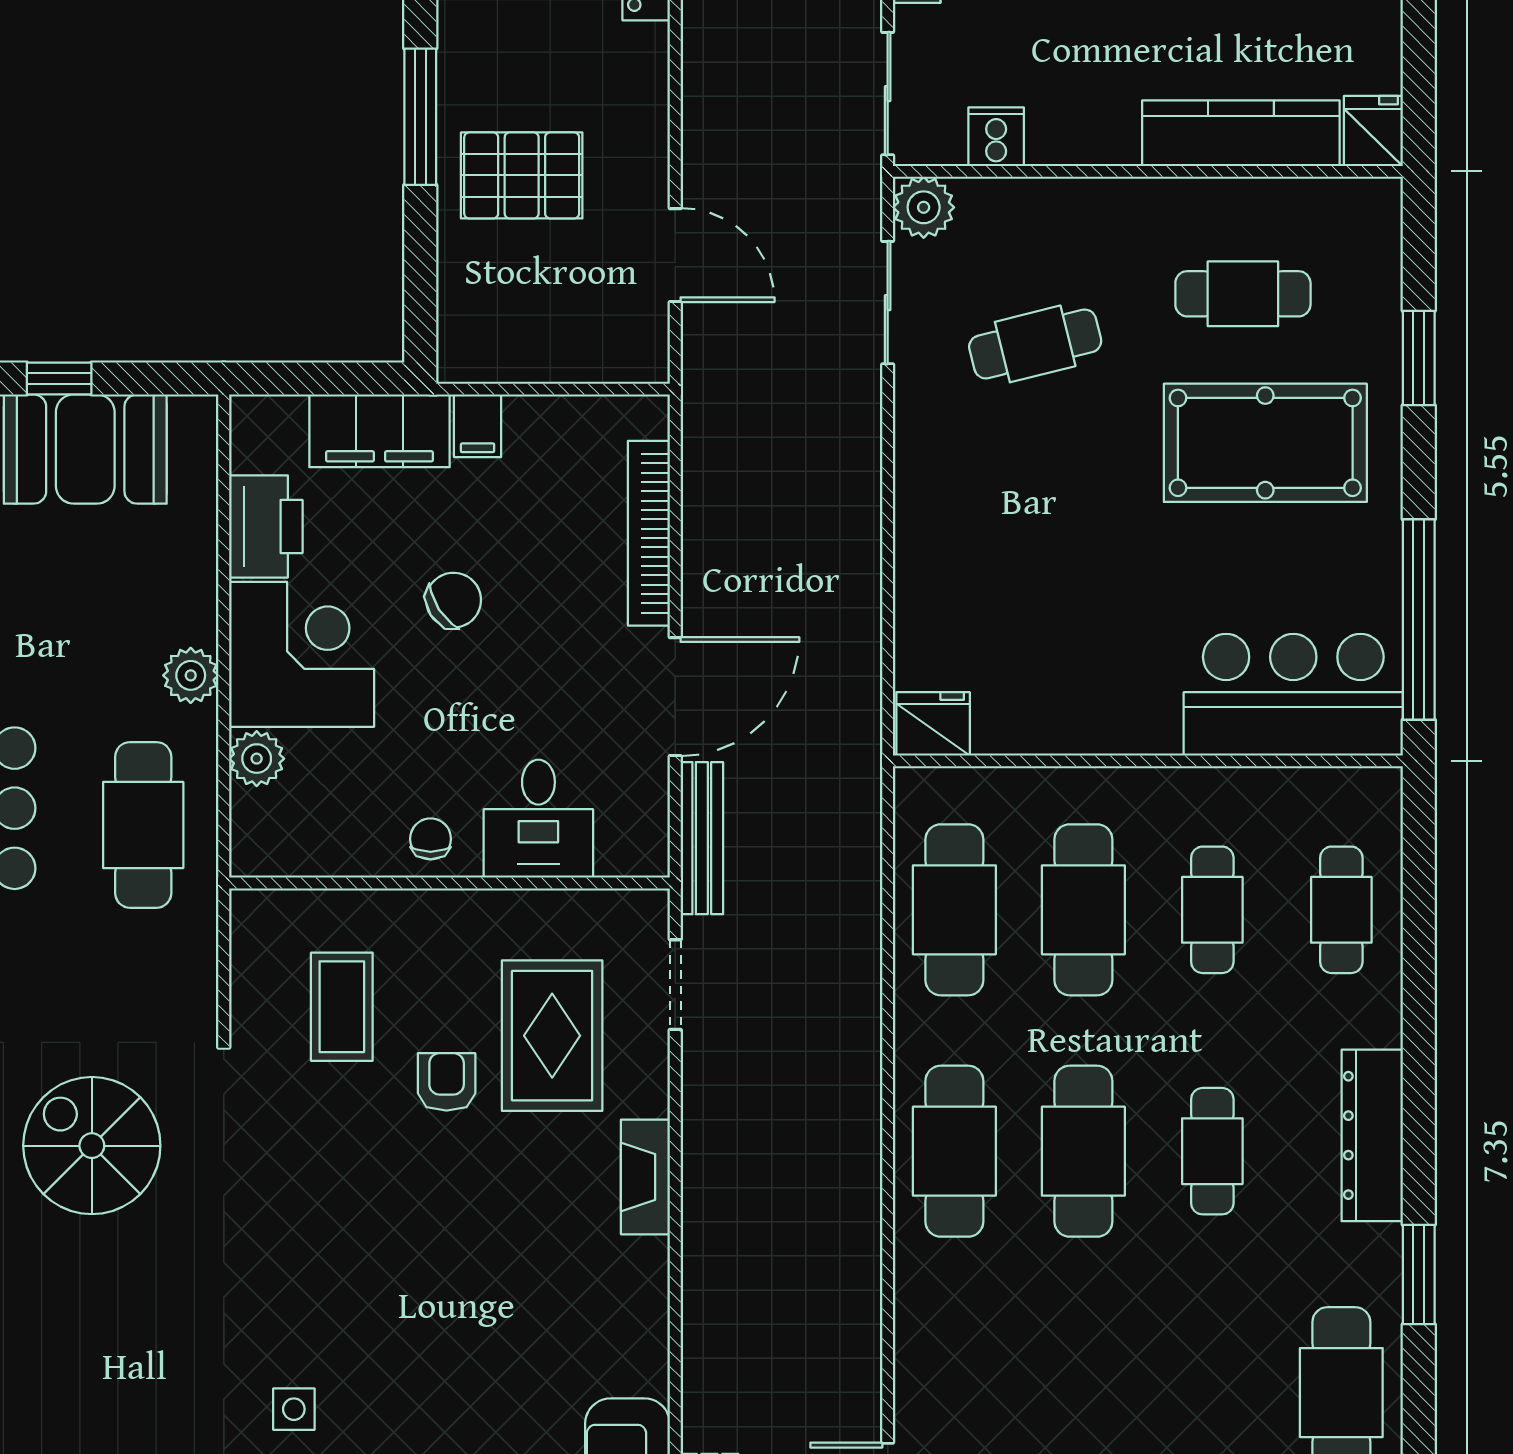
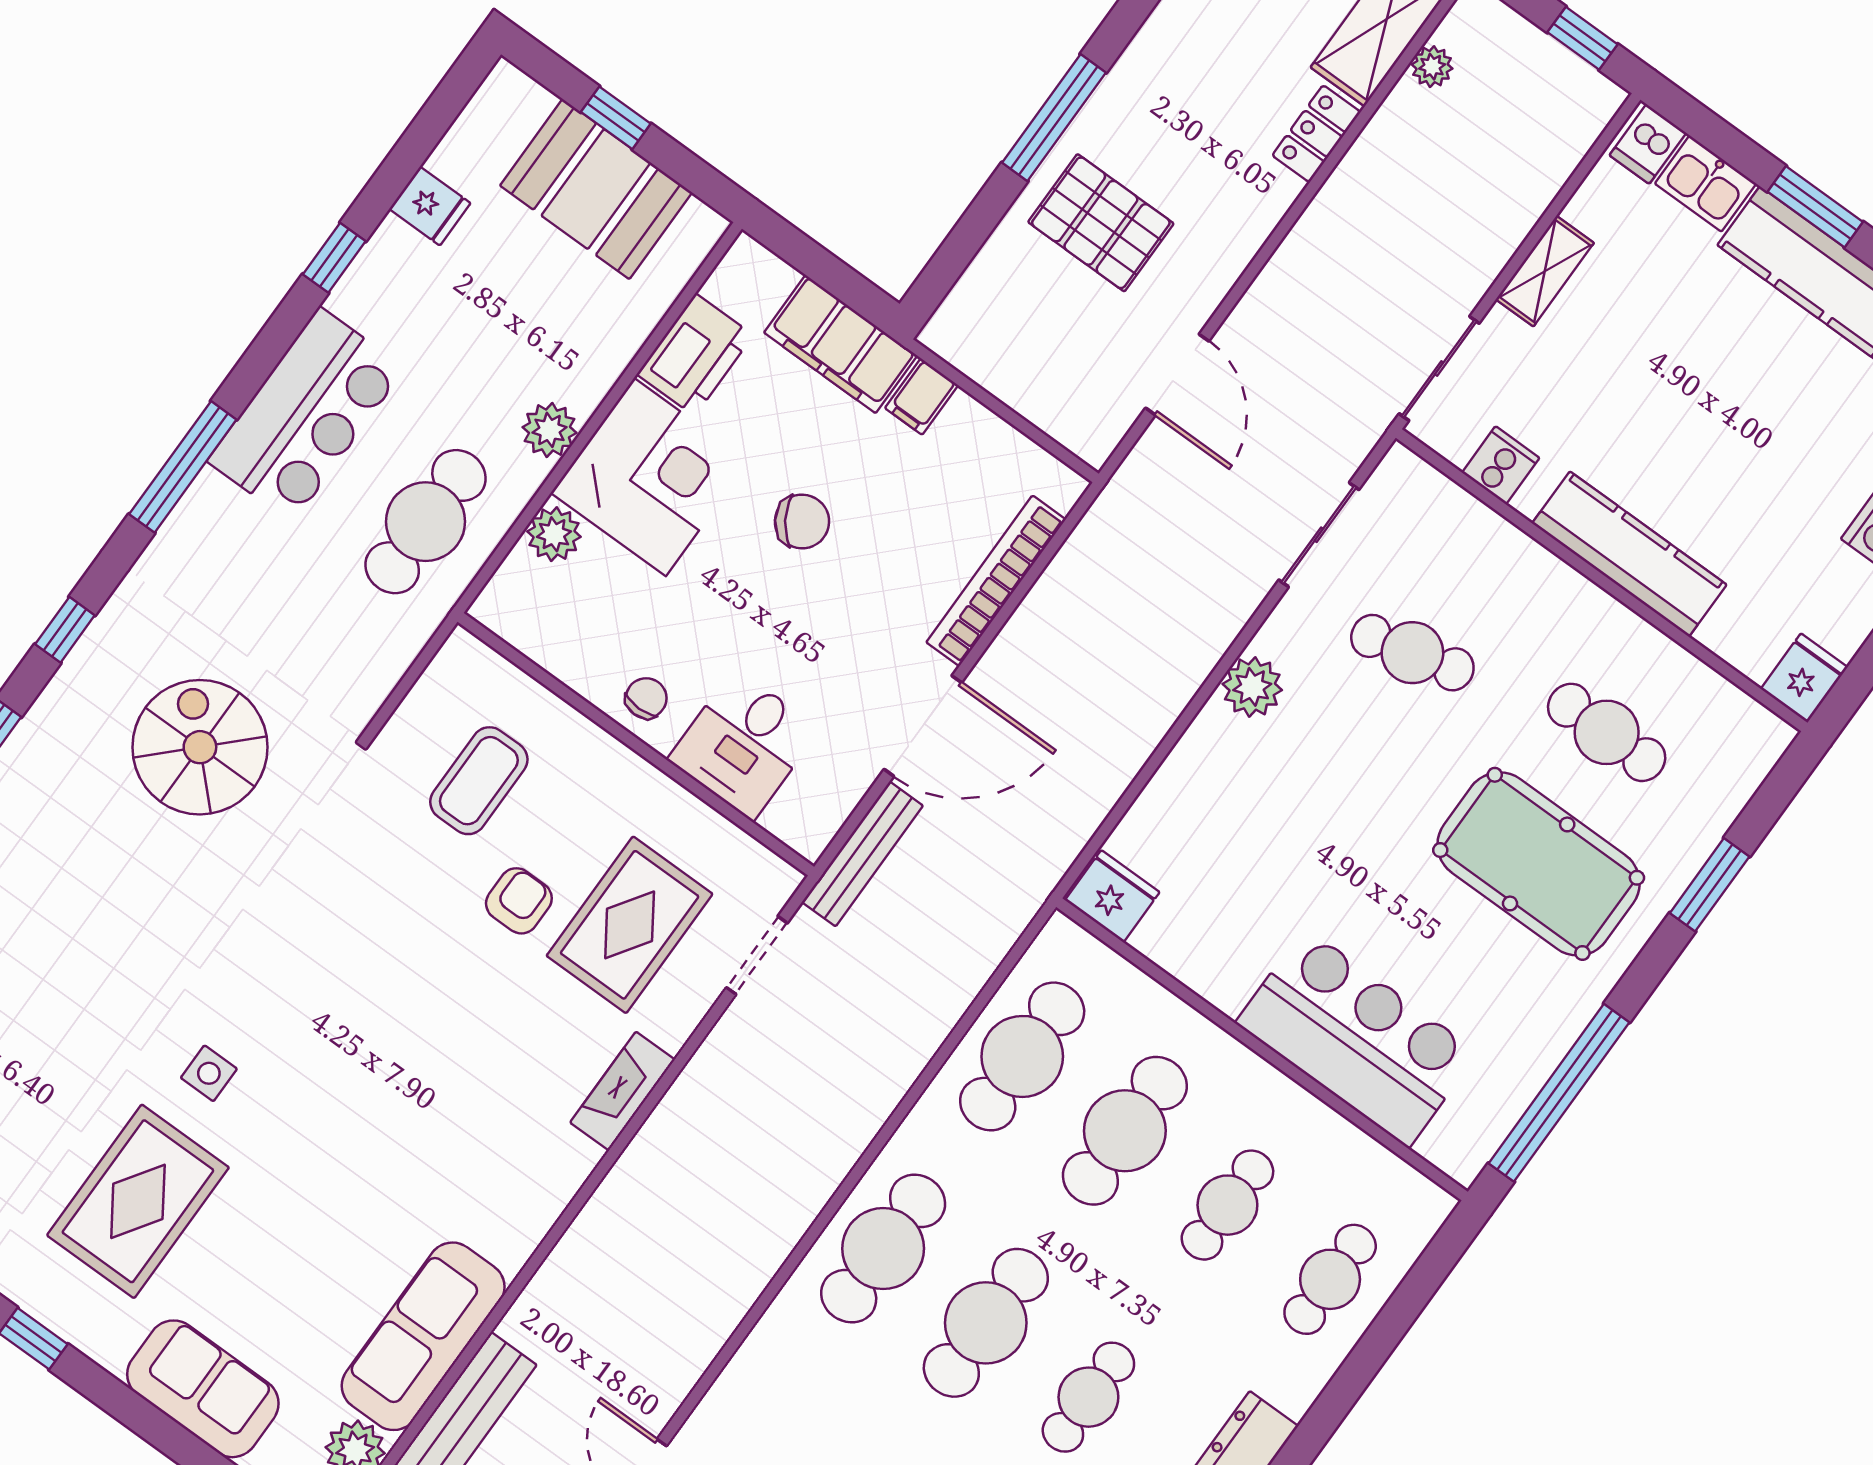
kitchen counter: (1241, 133) -> (1629, 554), moved
plant: (924, 207) -> (1252, 687), moved
bar counter: (1293, 695) -> (1357, 1038), moved

